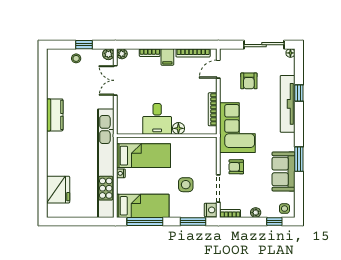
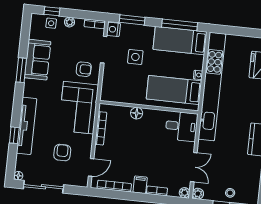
desk: (157, 119) -> (181, 126), moved, turned 90
side table: (284, 209) -> (51, 23), moved

